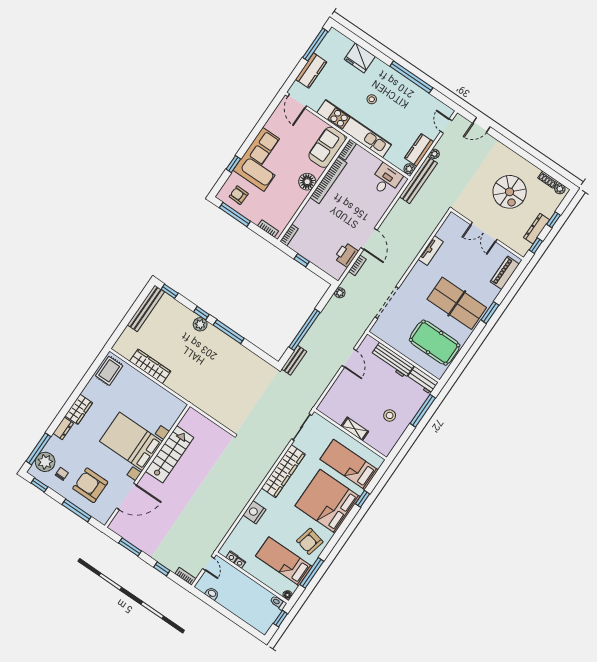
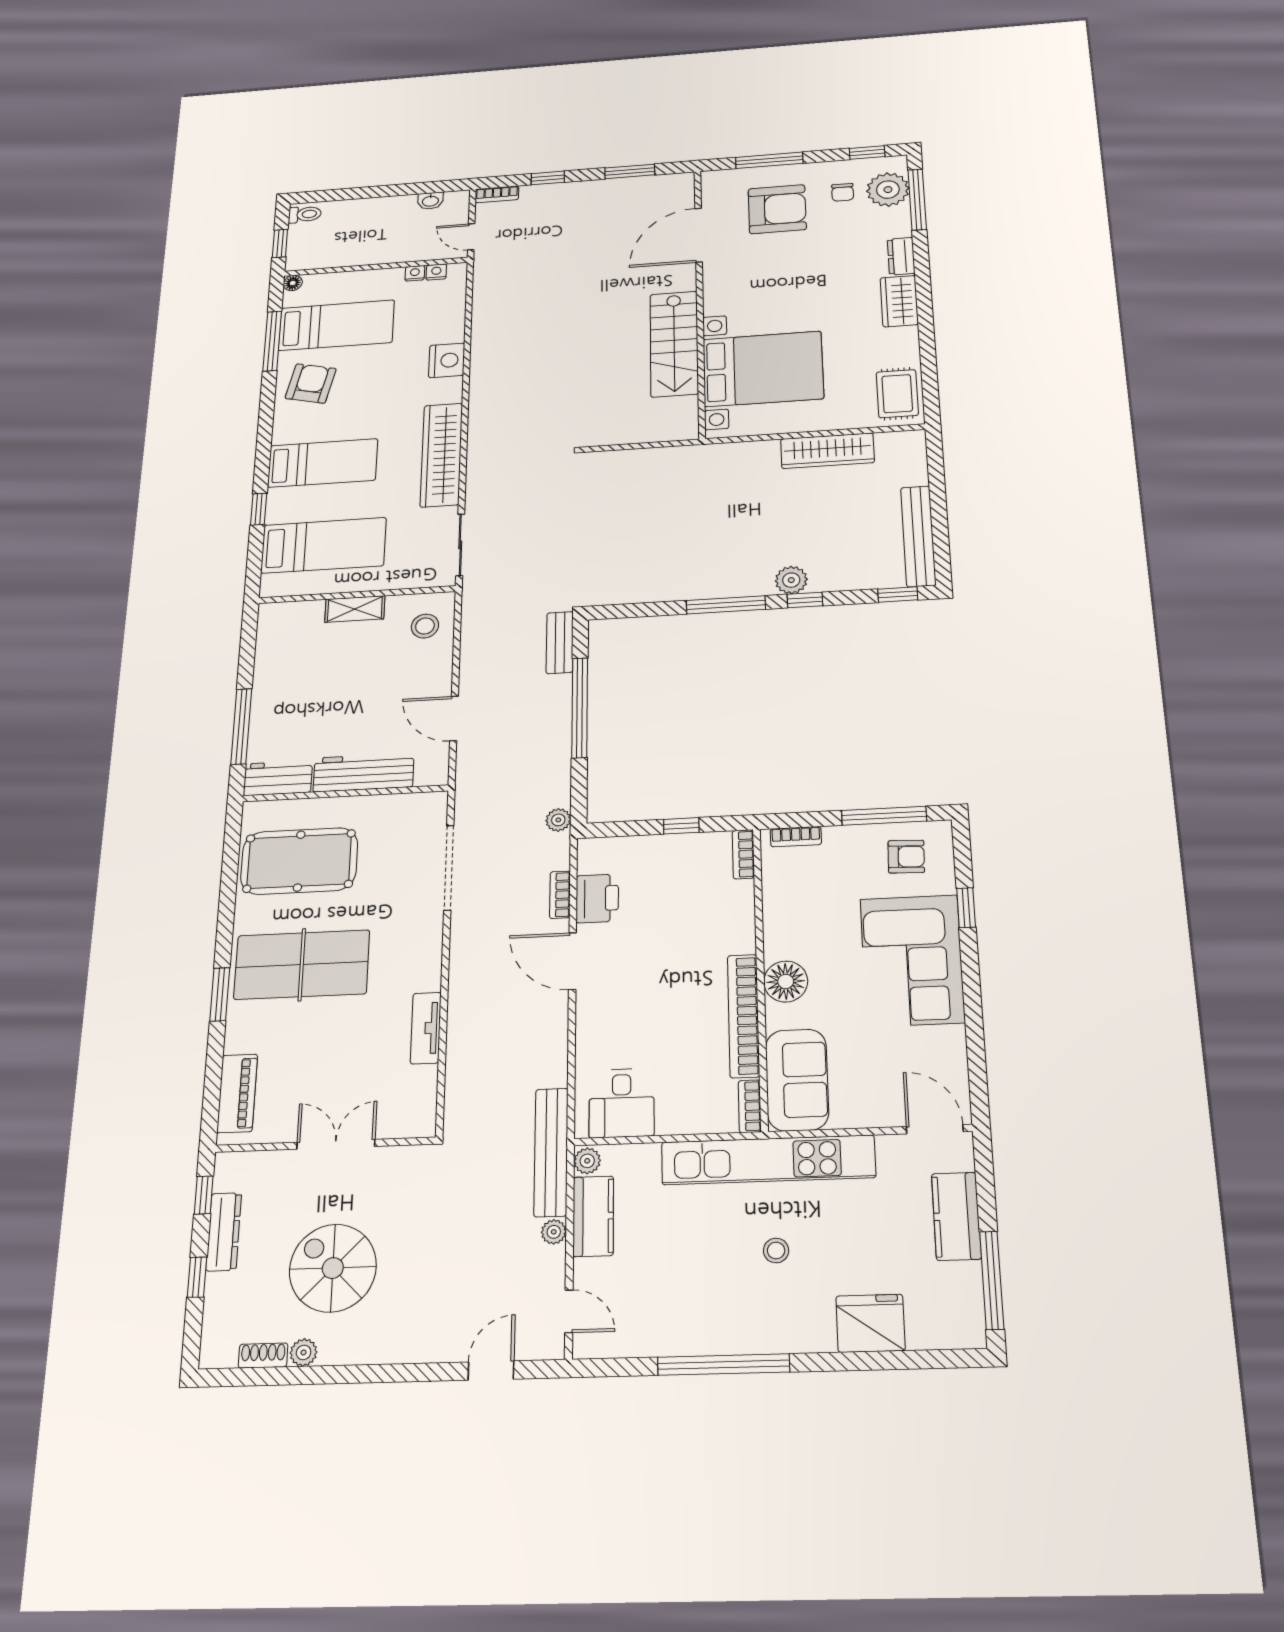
plant: (560, 189) -> (304, 1352), moved
stool: (390, 415) -> (425, 626), moved
bed with nightstands: (131, 441) -> (763, 369), moved
bed: (327, 501) -> (323, 463), width x0.49
toilet: (278, 603) -> (305, 214), moved

